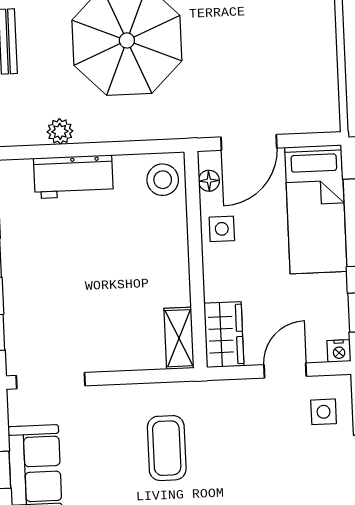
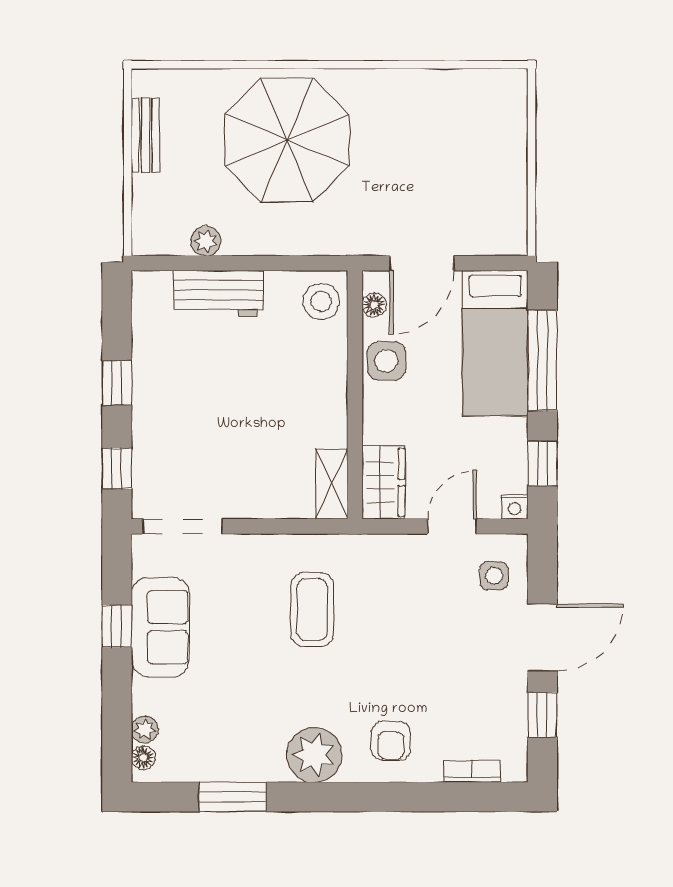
side table: (222, 229) -> (386, 361), width x1.37, depth x1.37

